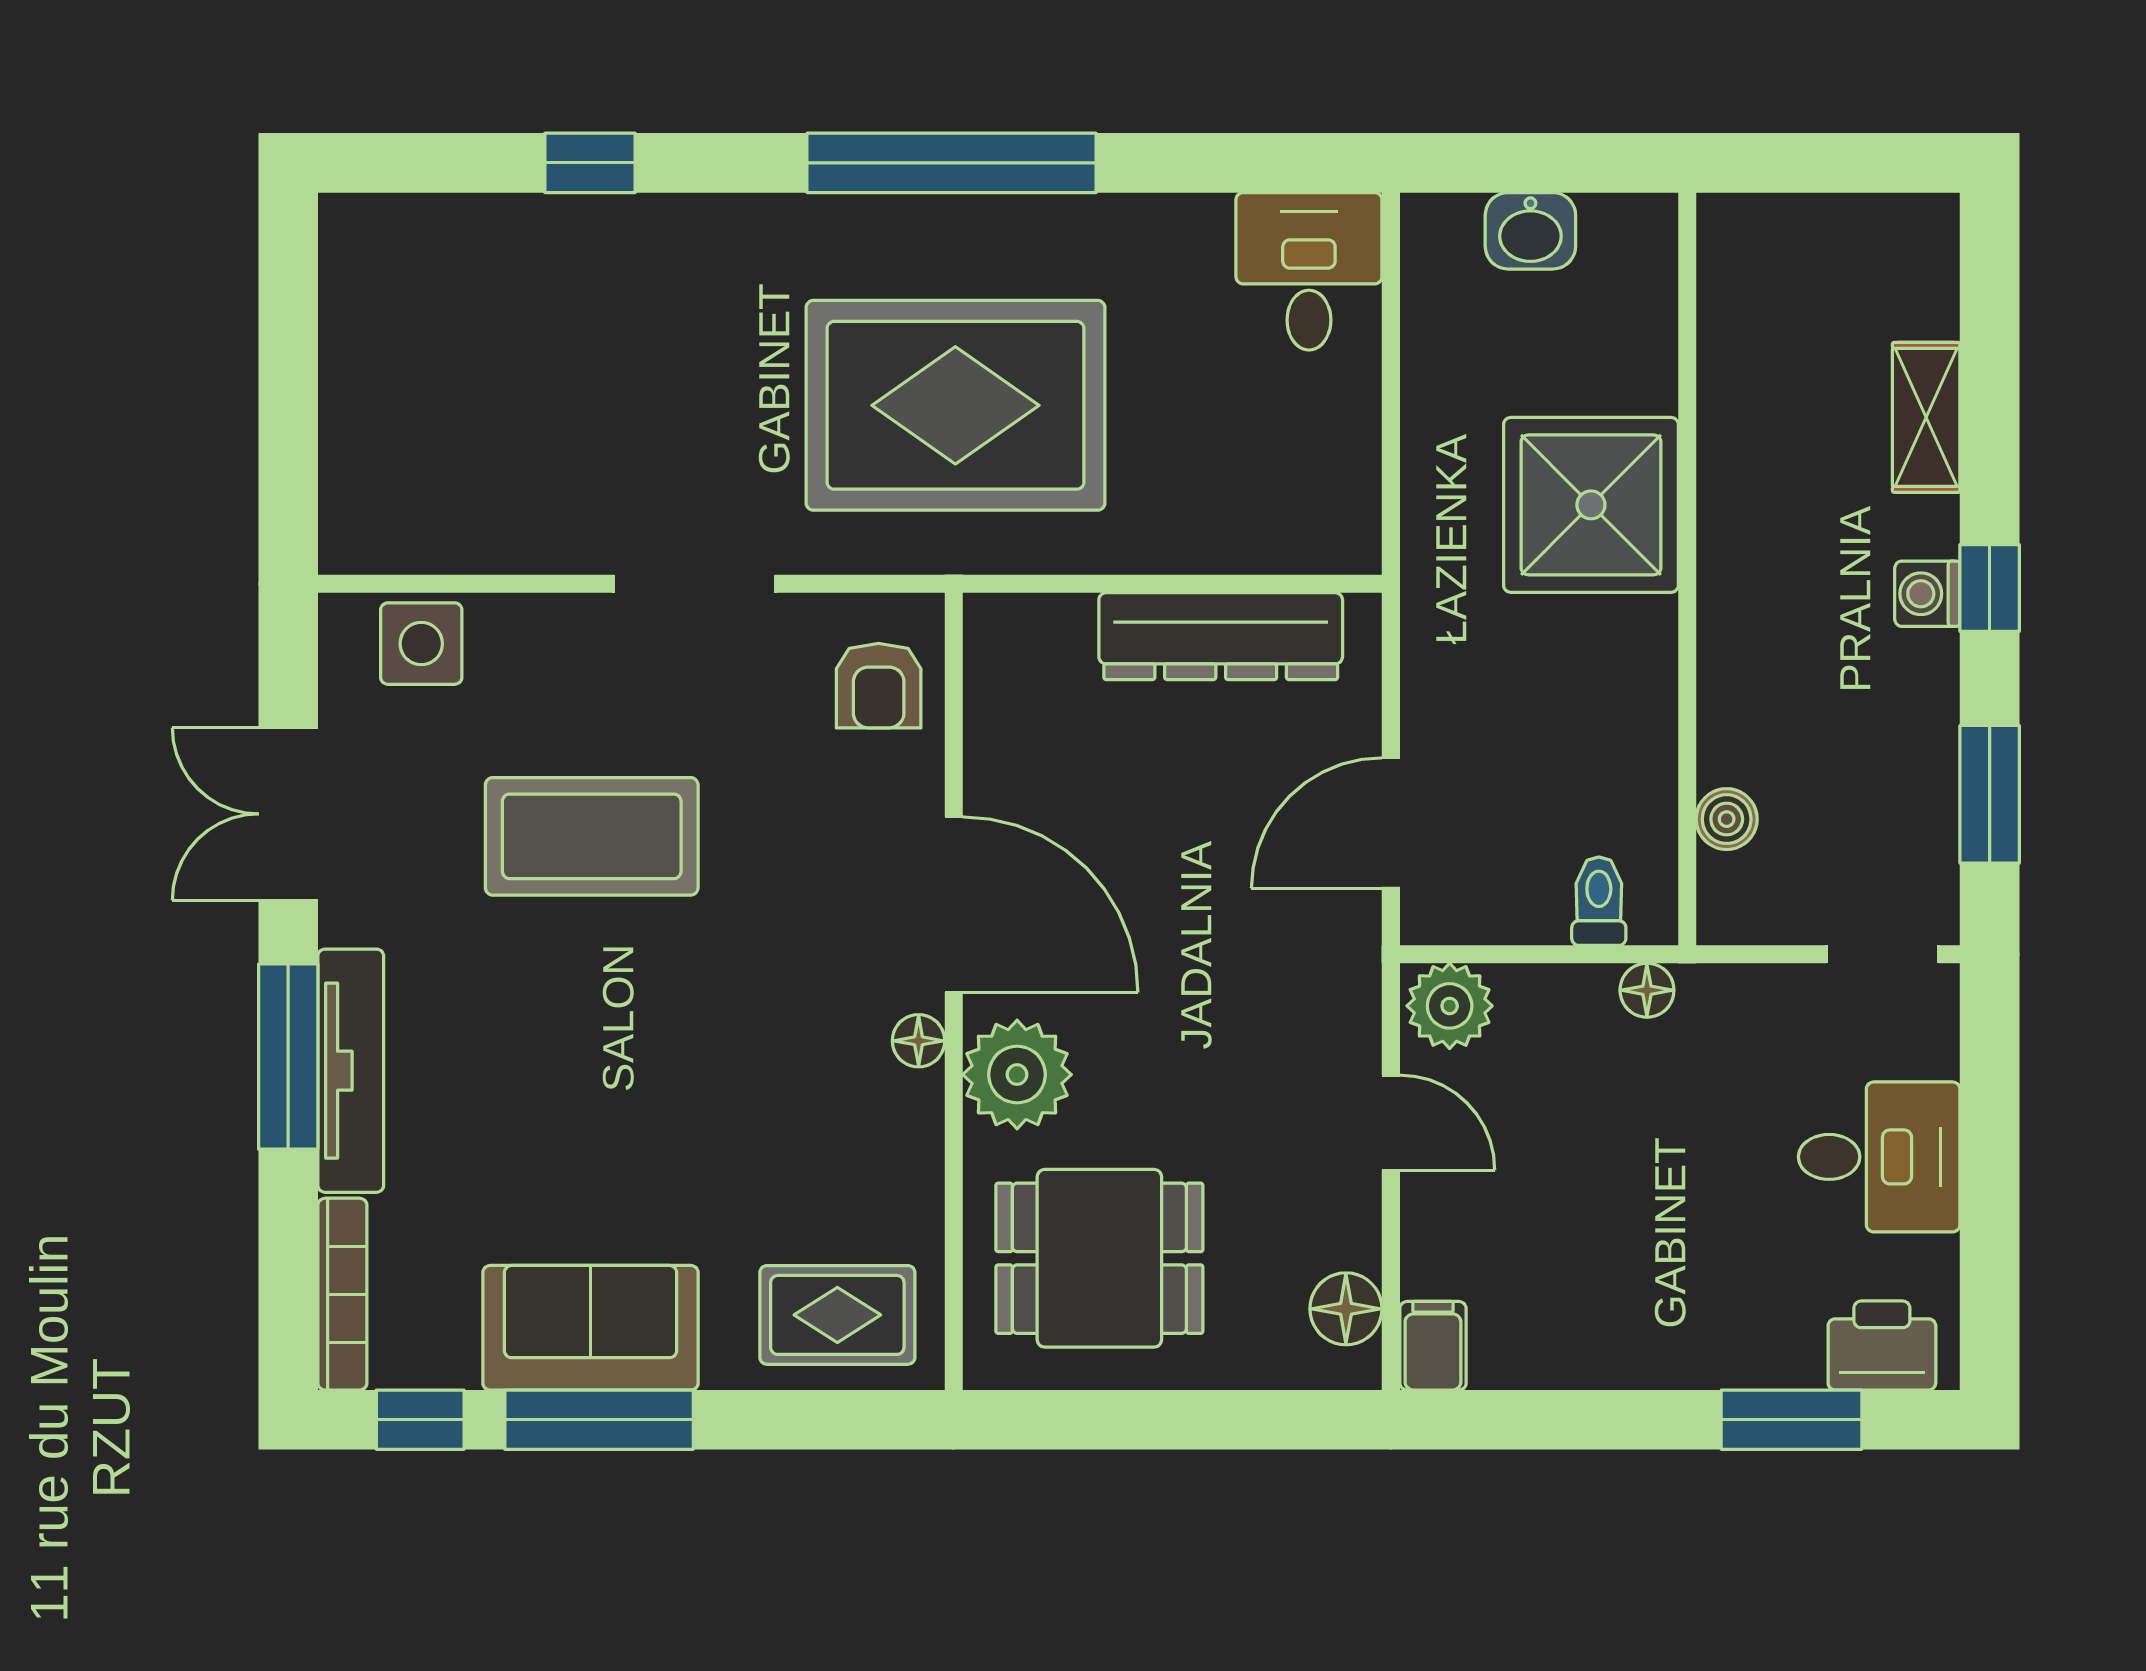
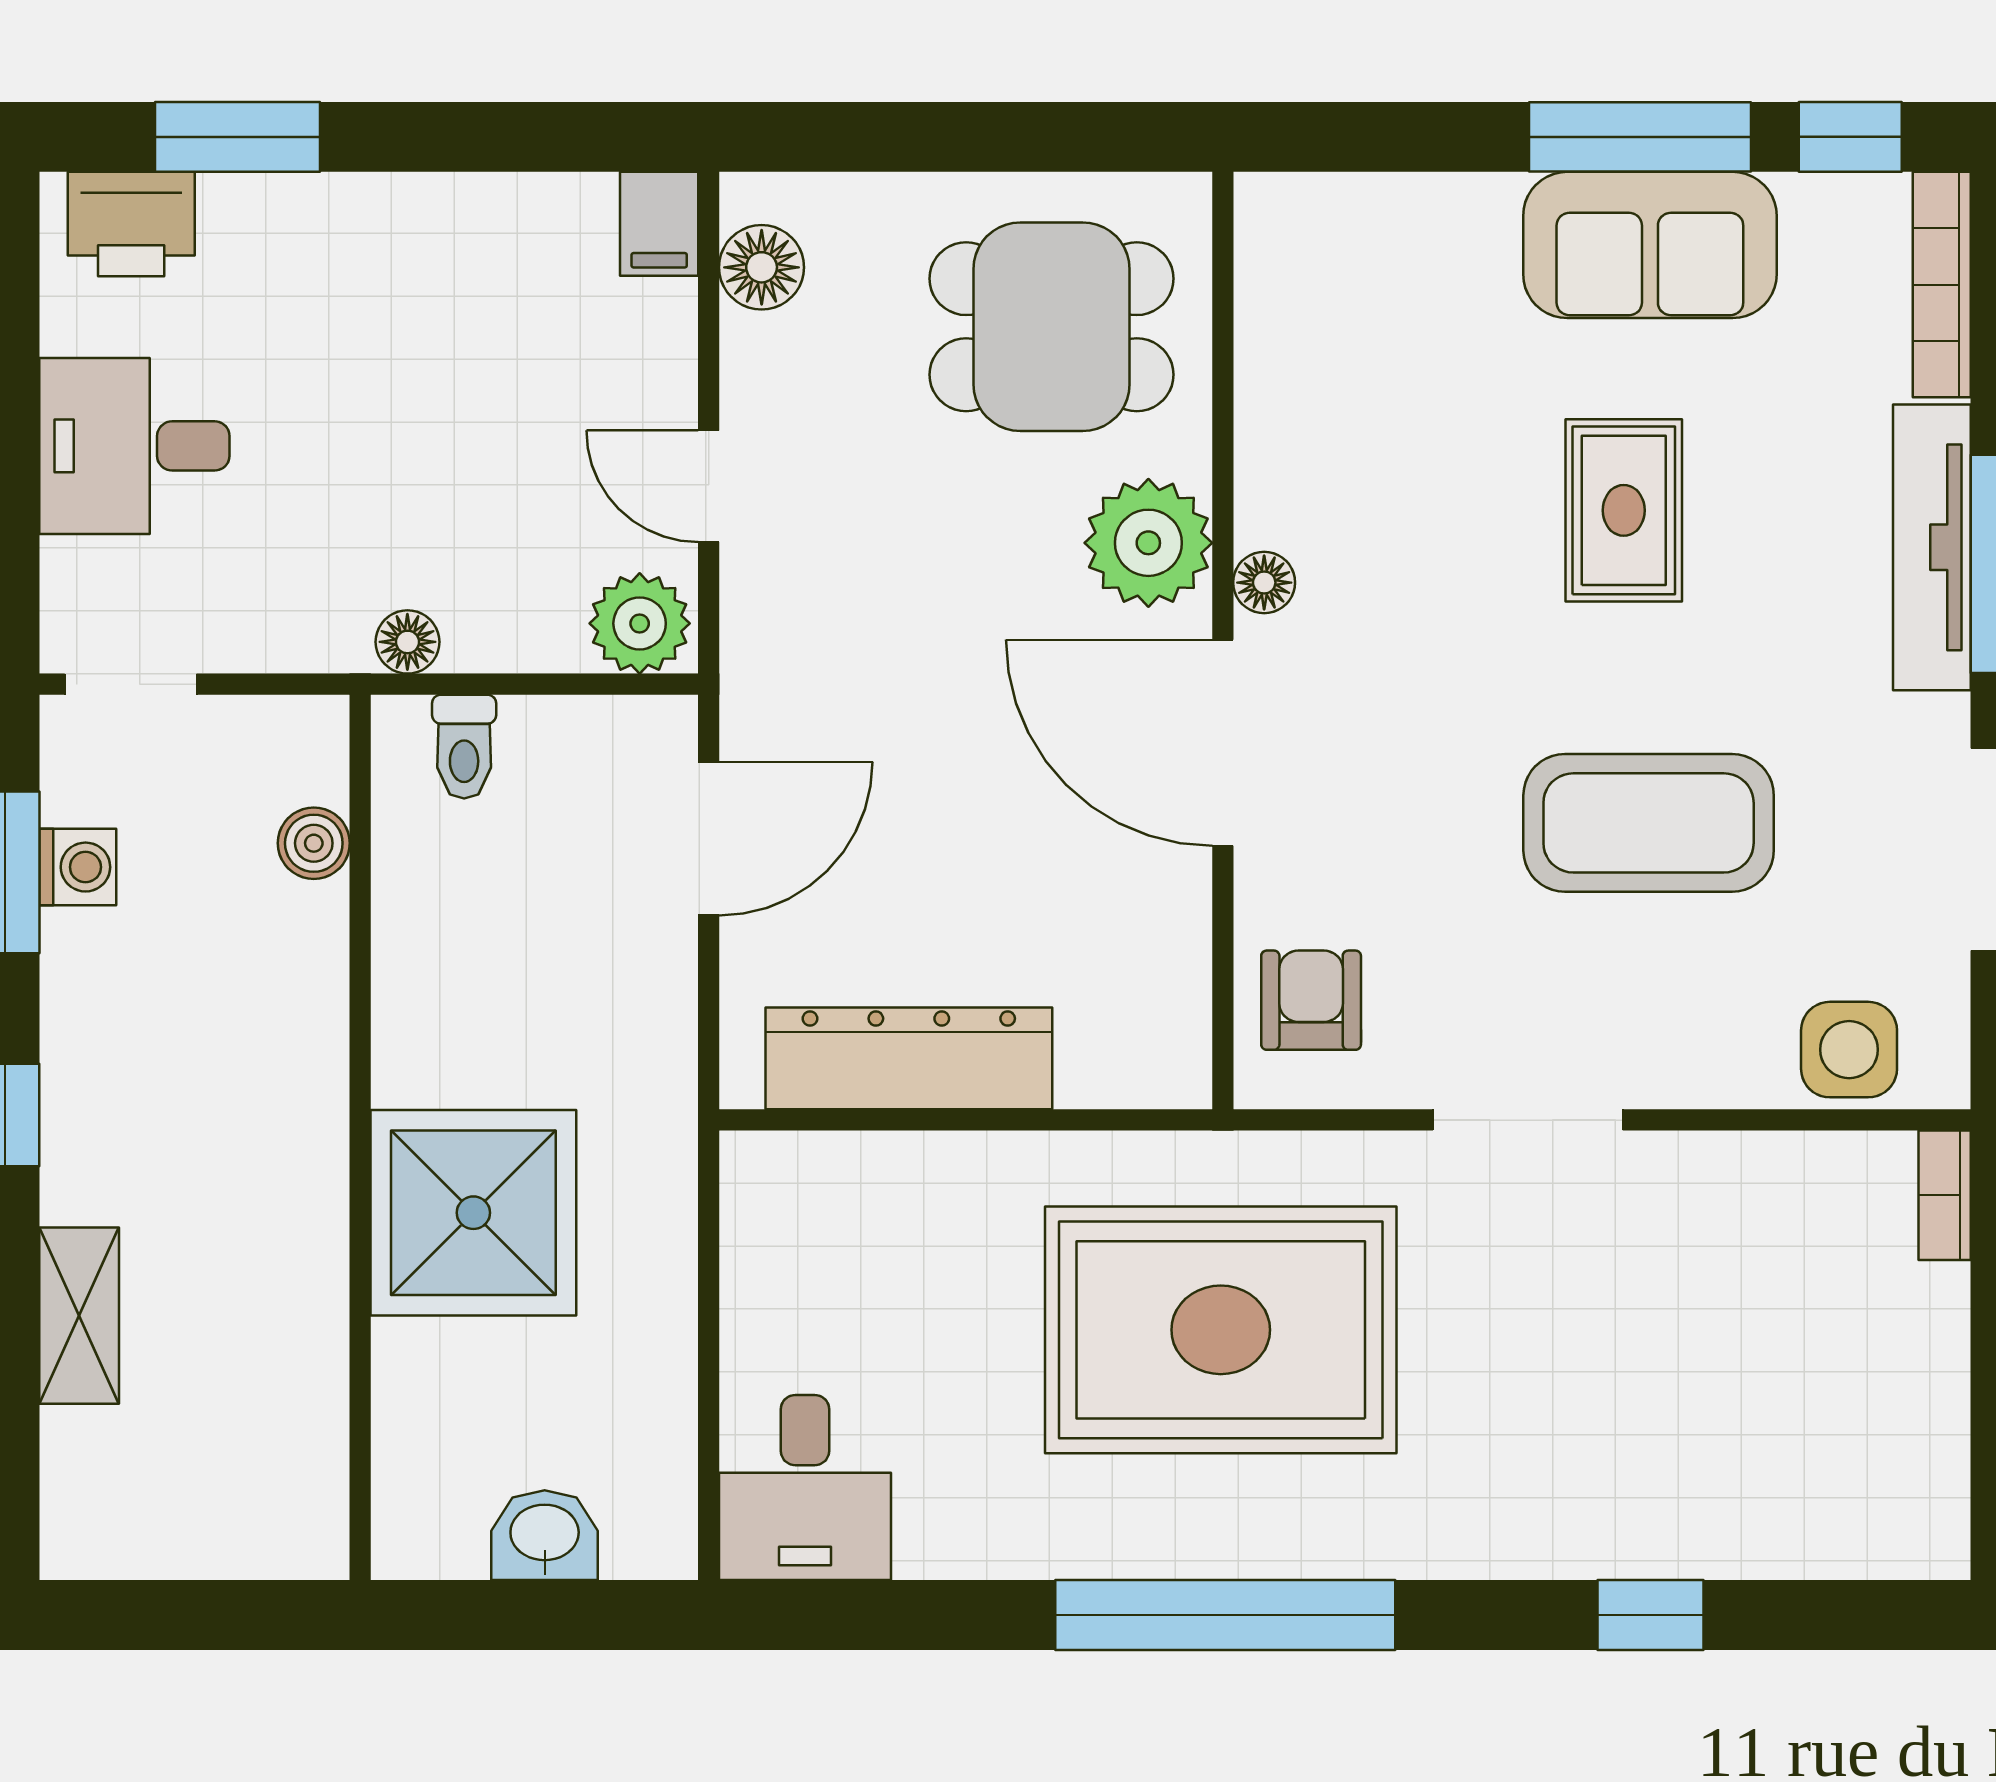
bookcase: (340, 520) -> (1945, 1195), added
washing machine: (1927, 594) -> (78, 867), moved
rug: (837, 1315) -> (1624, 510), moved, turned 90

